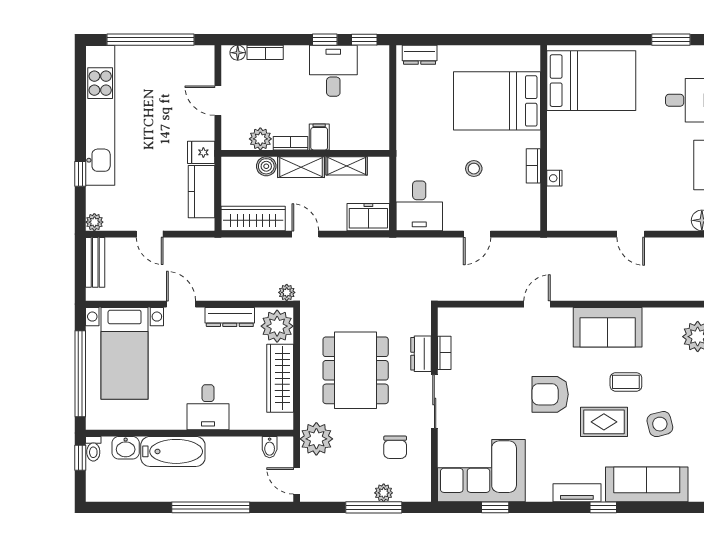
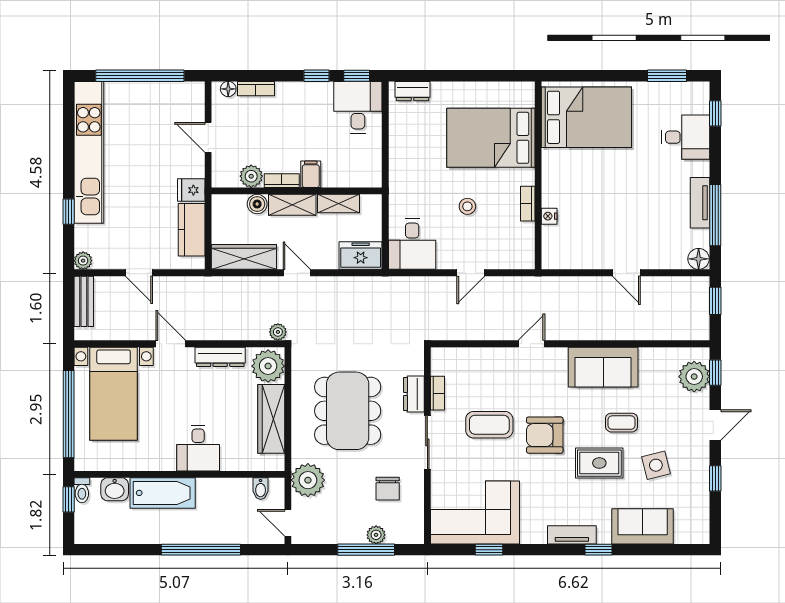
desk: (333, 71) -> (358, 107), moved
coffee table: (495, 384) -> (489, 425), added
sofa: (647, 484) -> (643, 526), width x0.73

